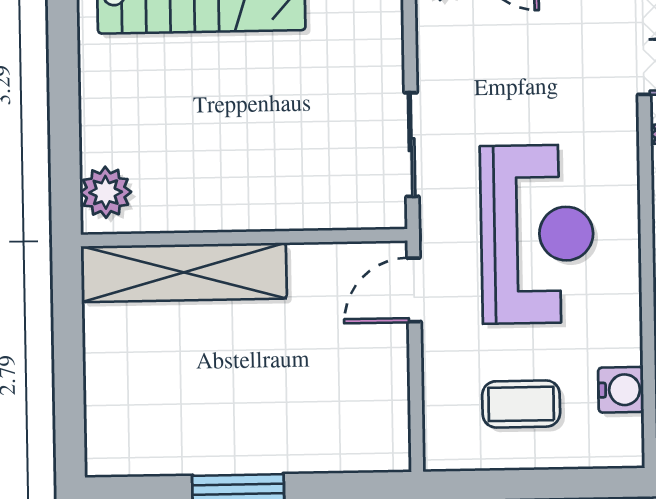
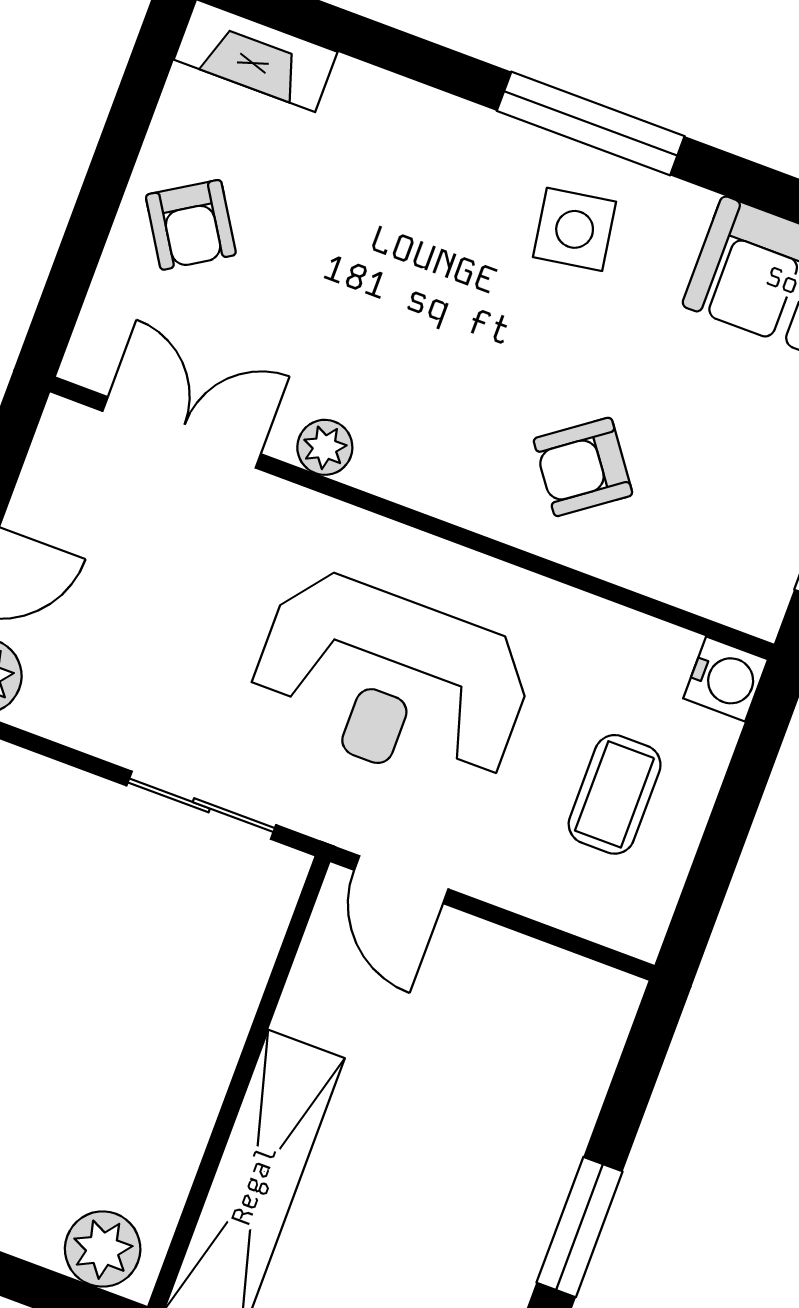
reception desk: (537, 234) -> (391, 681), turned 180
water cooler: (621, 390) -> (726, 679), moved, turned 90

